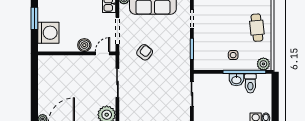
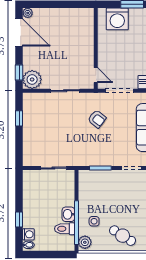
cafe table: (257, 28) -> (123, 236), turned 38
boiler: (84, 45) -> (104, 56), removed
side table: (233, 55) -> (94, 221), moved

